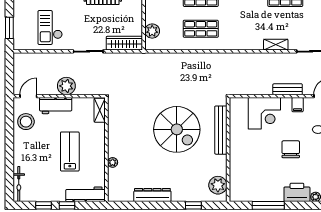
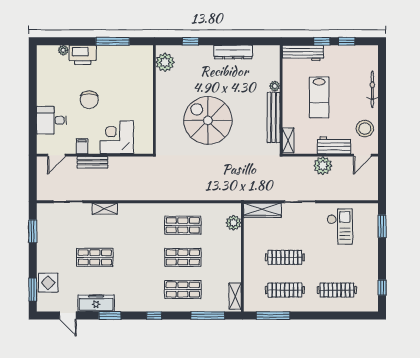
bench: (221, 130) -> (274, 117), moved
bicycle: (19, 184) -> (372, 89), moved

